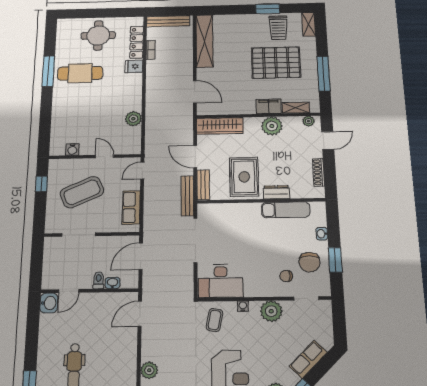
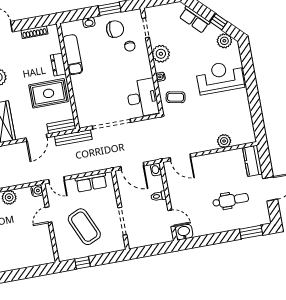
water cooler: (72, 150) -> (37, 191), moved
washbasin: (113, 283) -> (156, 169), moved

